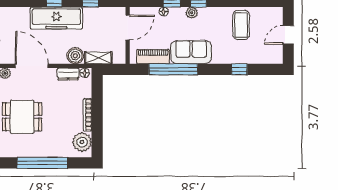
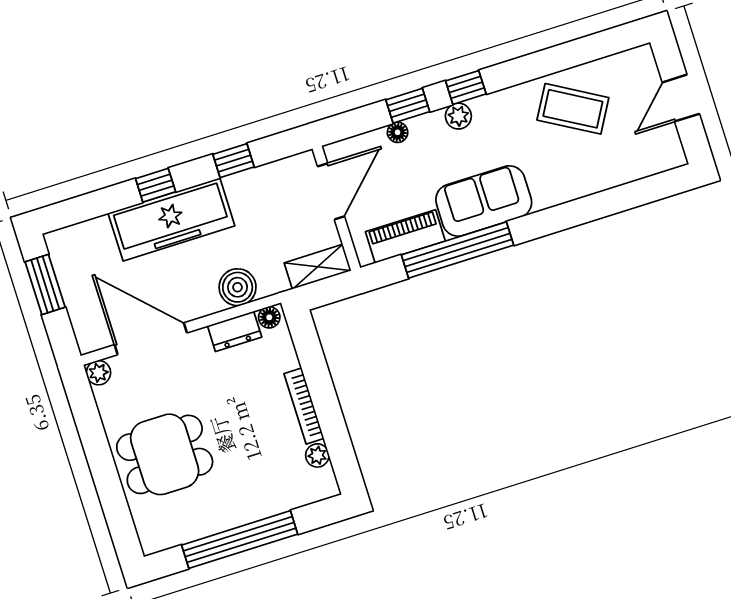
coffee table: (241, 25) -> (573, 109), turned -60
shelving: (98, 58) -> (318, 267), moved
window: (239, 69) -> (599, 205), removed
plant: (82, 142) -> (317, 455), width x0.53, depth x0.53

